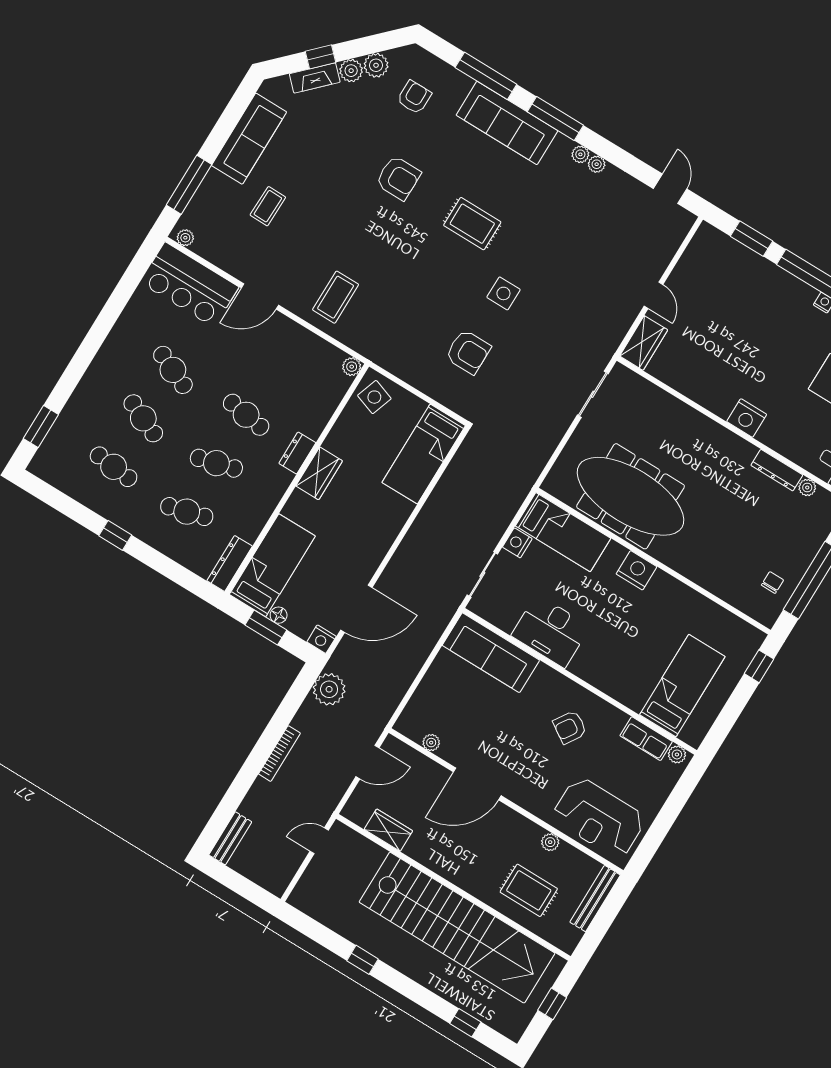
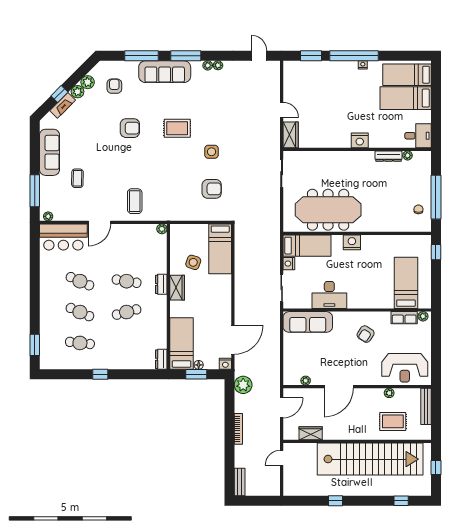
side table: (374, 397) -> (193, 262), moved
cafe table: (187, 512) -> (127, 343), removed
dresser: (230, 563) -> (161, 359), width x0.70

